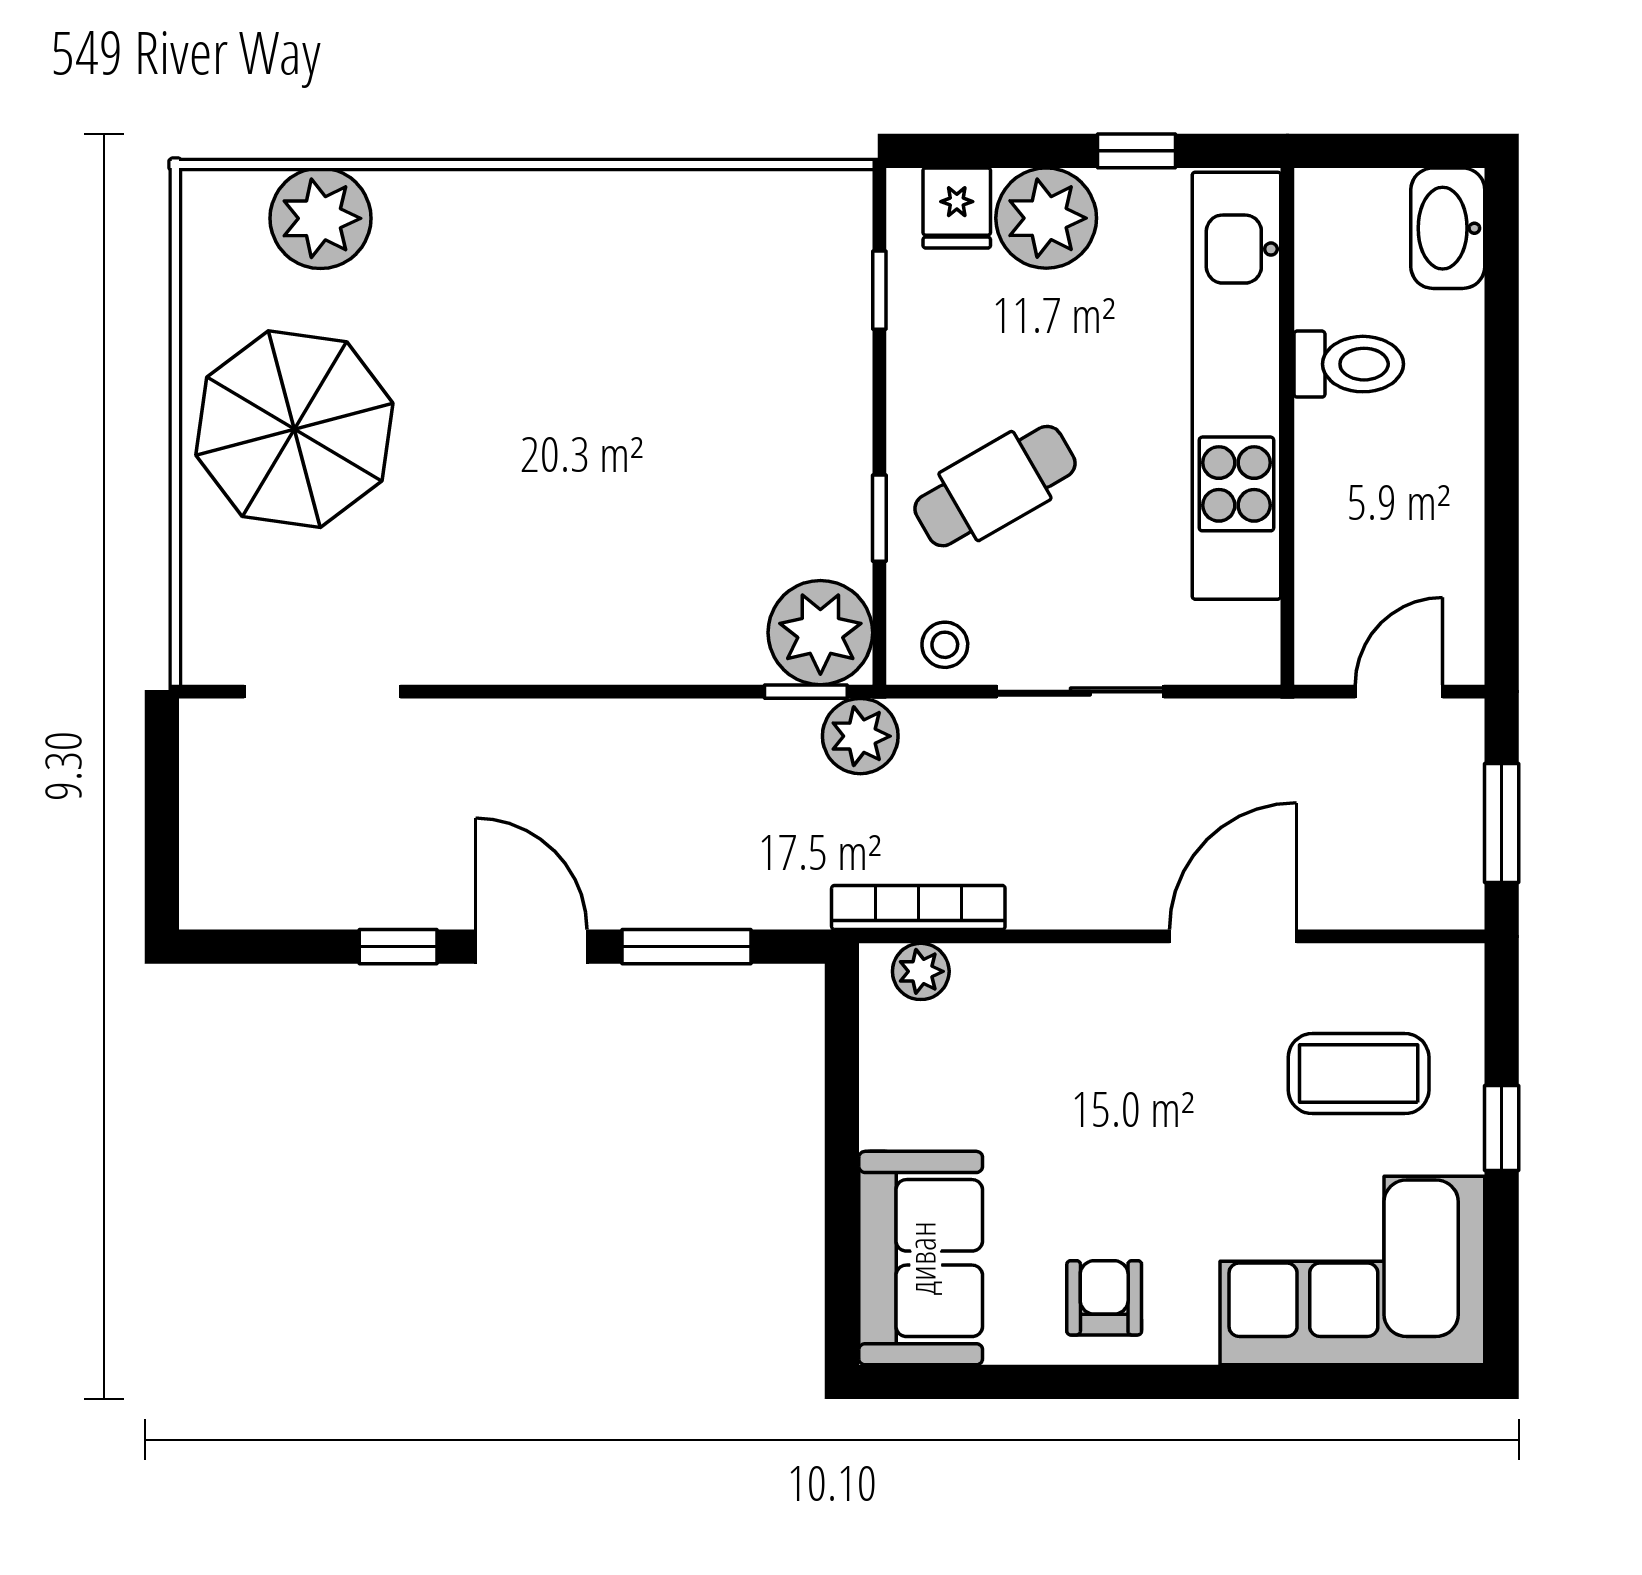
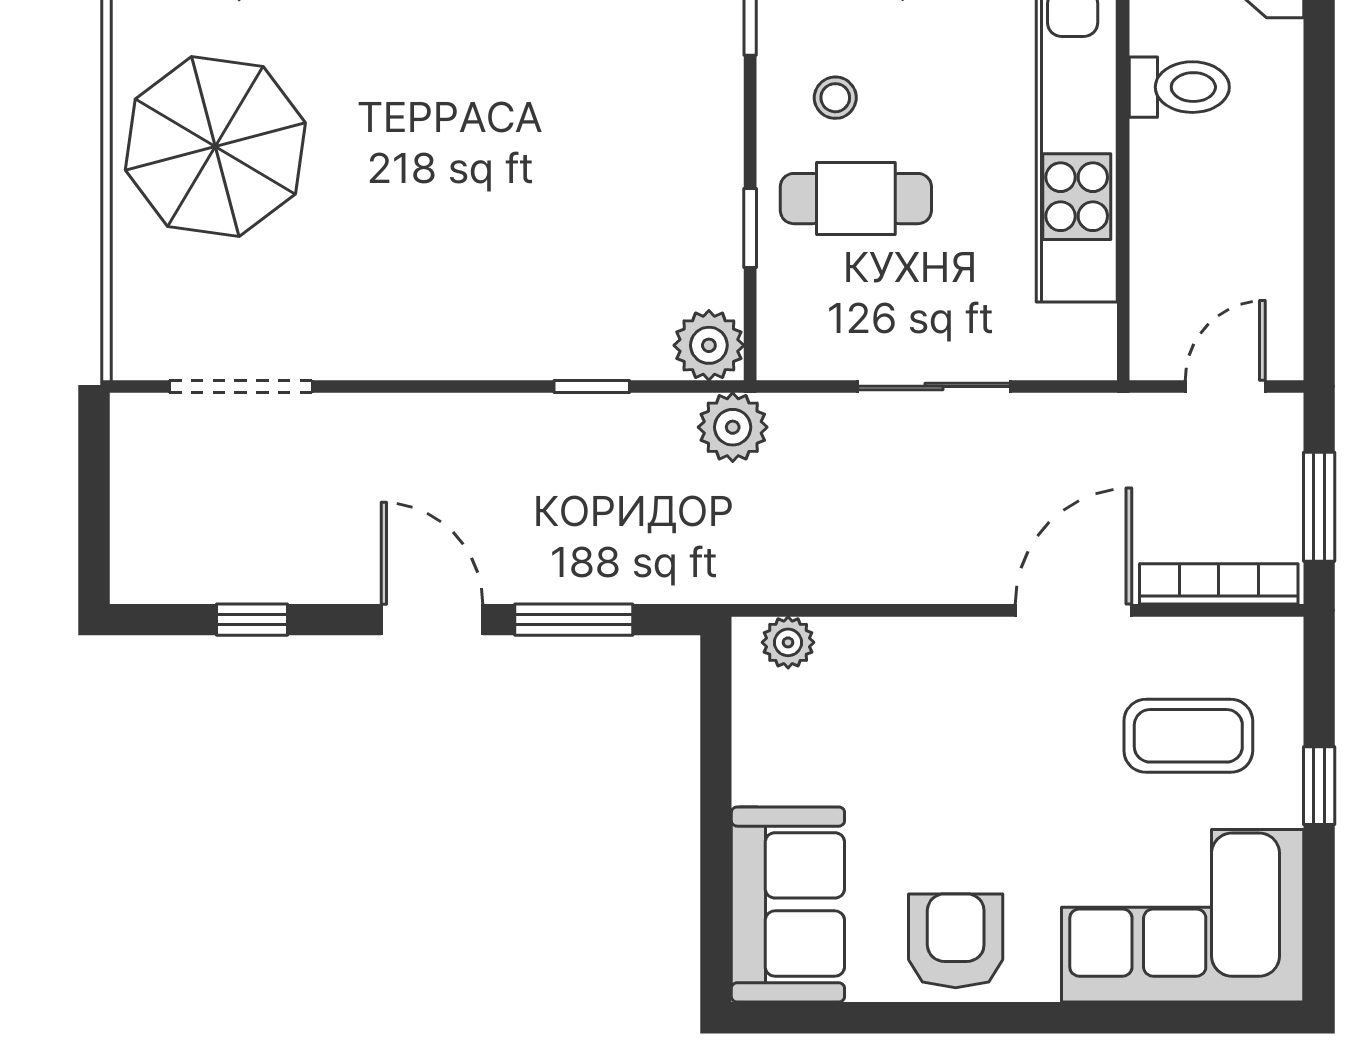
cafe table: (995, 486) -> (856, 199), turned 30
plant: (820, 633) -> (709, 345), width x0.73, depth x0.73
stool: (945, 645) -> (835, 98), moved
window: (806, 692) -> (592, 386), moved
bookcase: (918, 907) -> (1219, 584), moved
window: (398, 947) -> (252, 620), moved
armchair: (1104, 1298) -> (956, 941), width x1.38, depth x1.38

